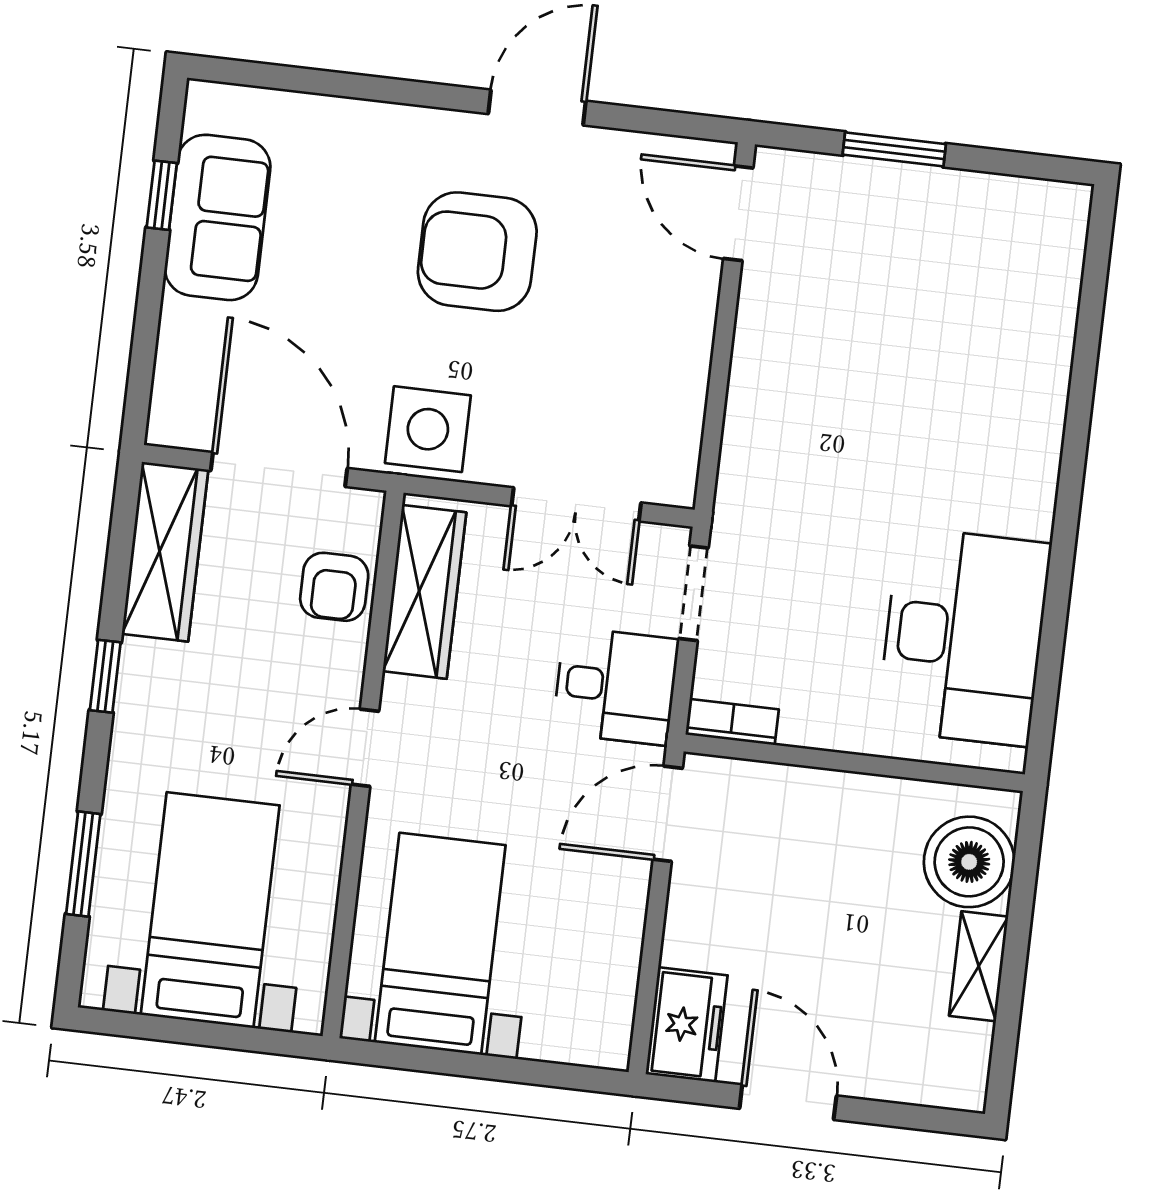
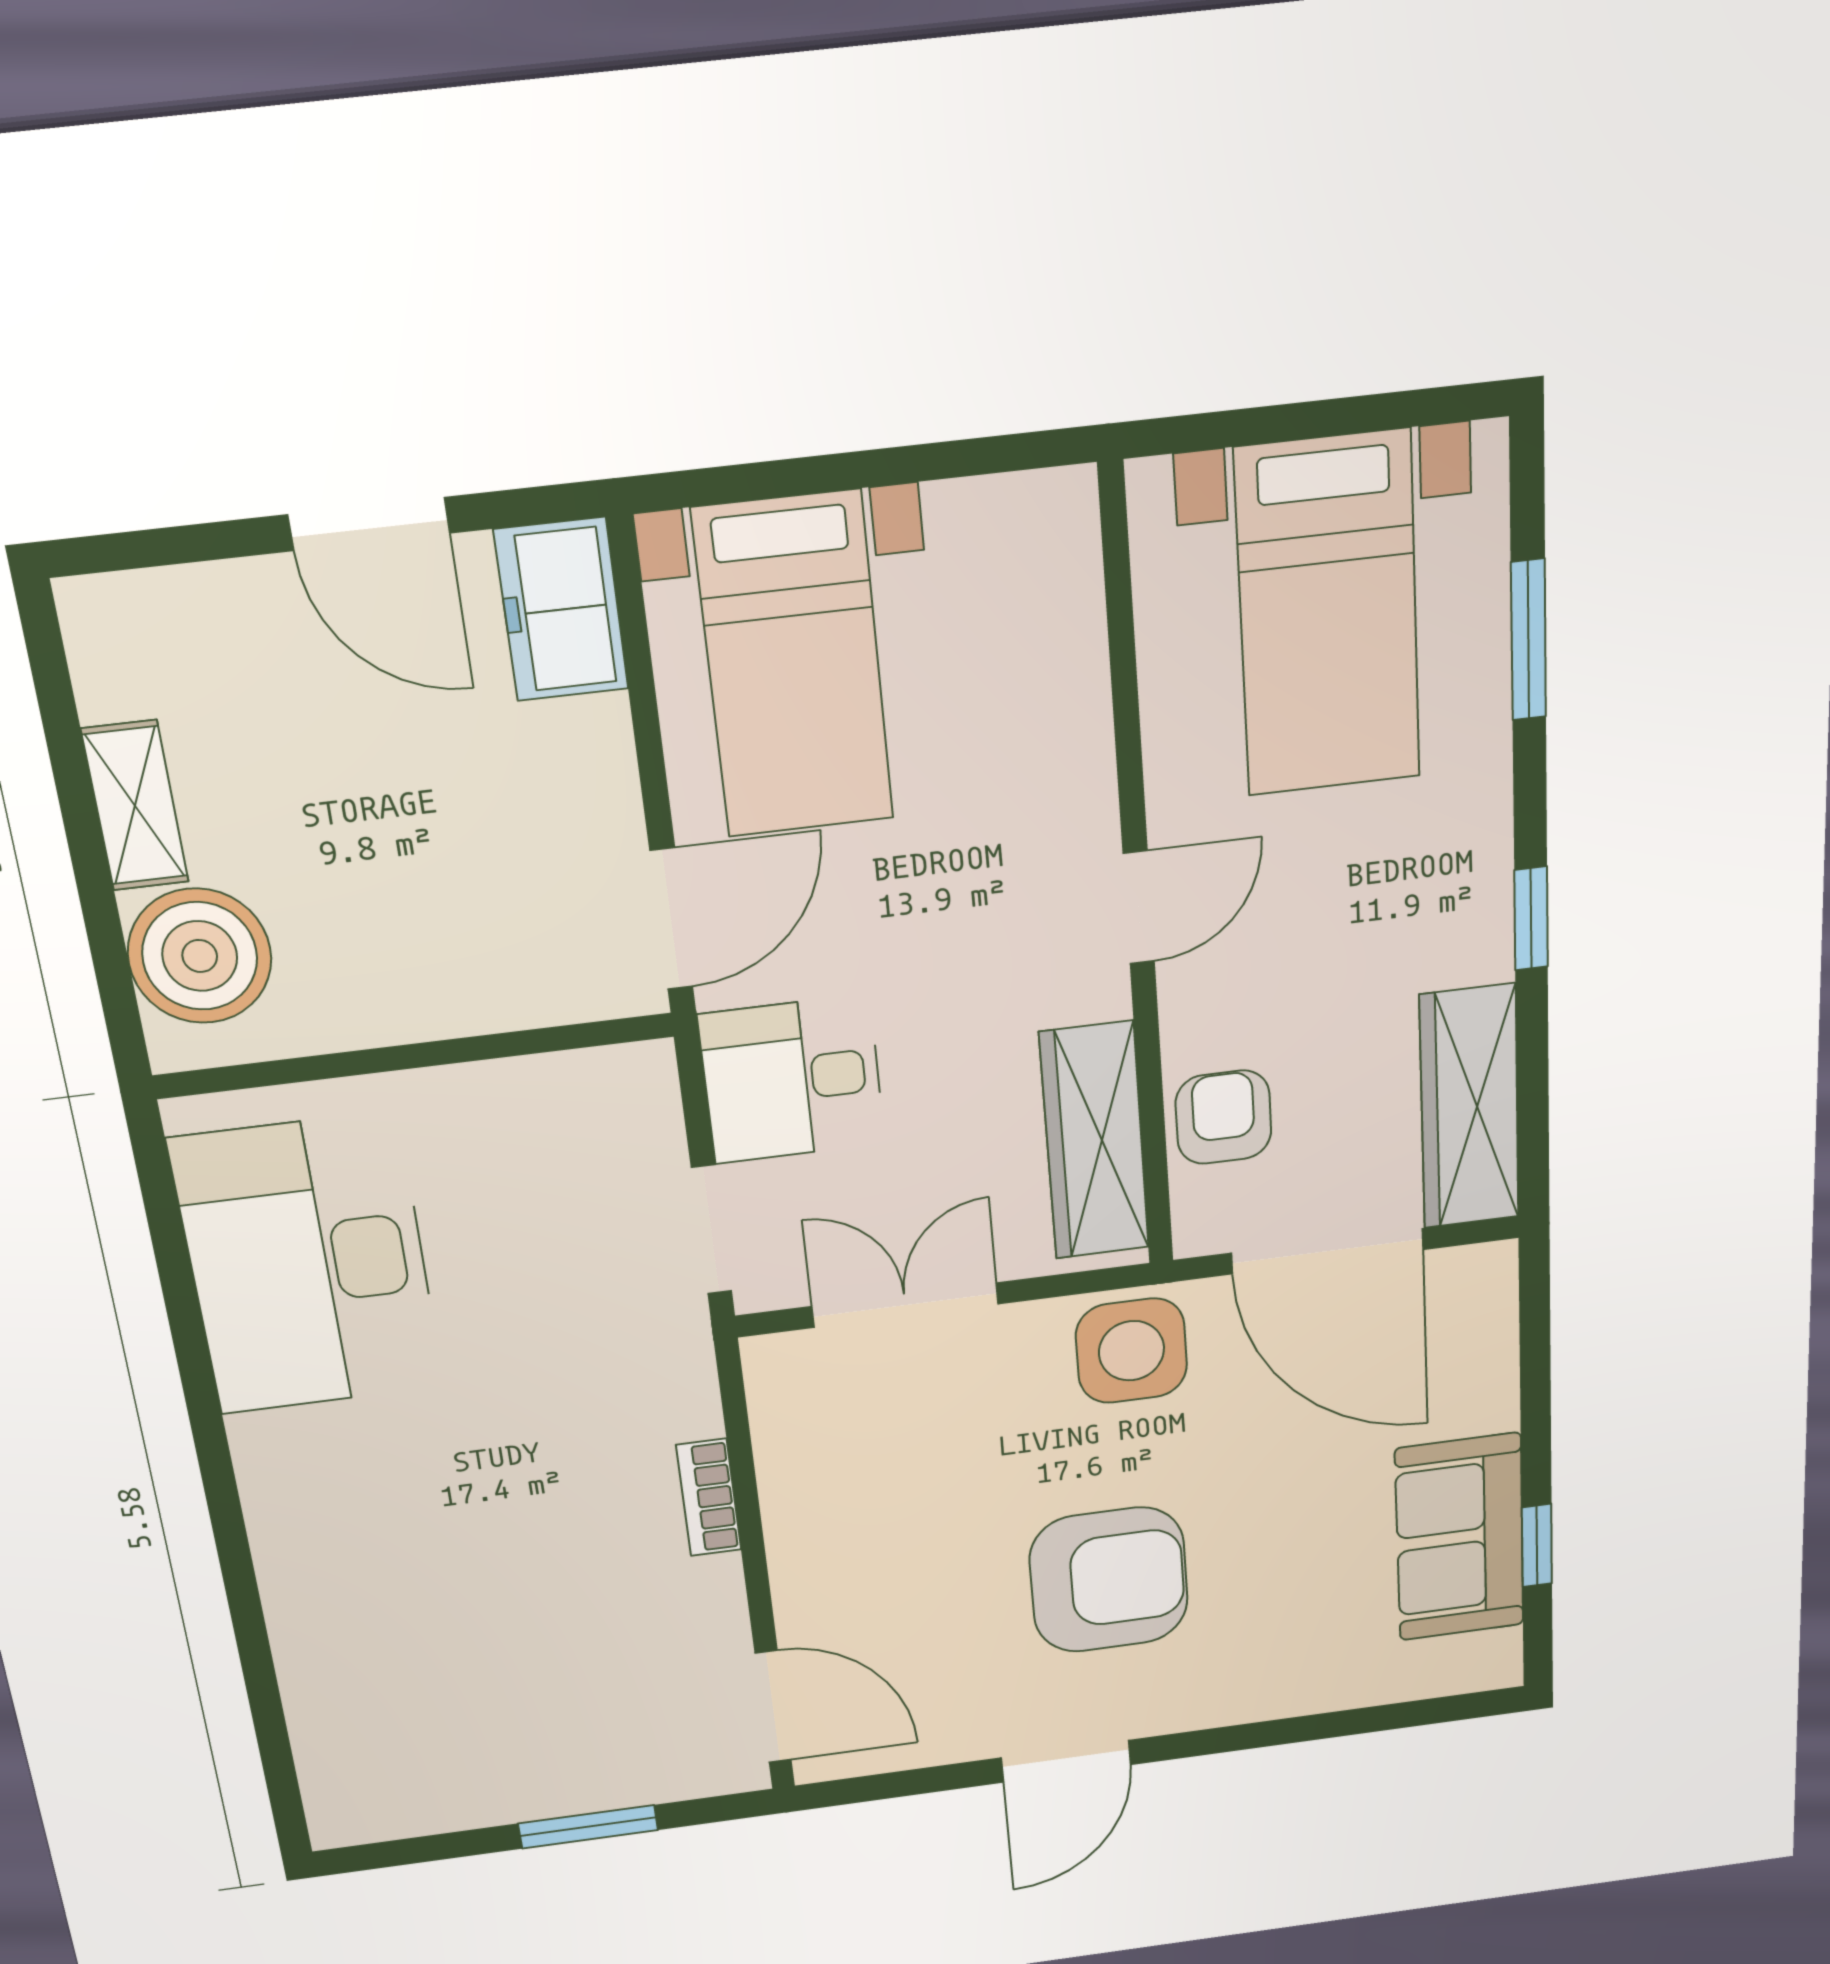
bookcase: (732, 722) -> (709, 1497), moved, turned 90
bed with nightstands: (440, 944) -> (794, 666), moved

